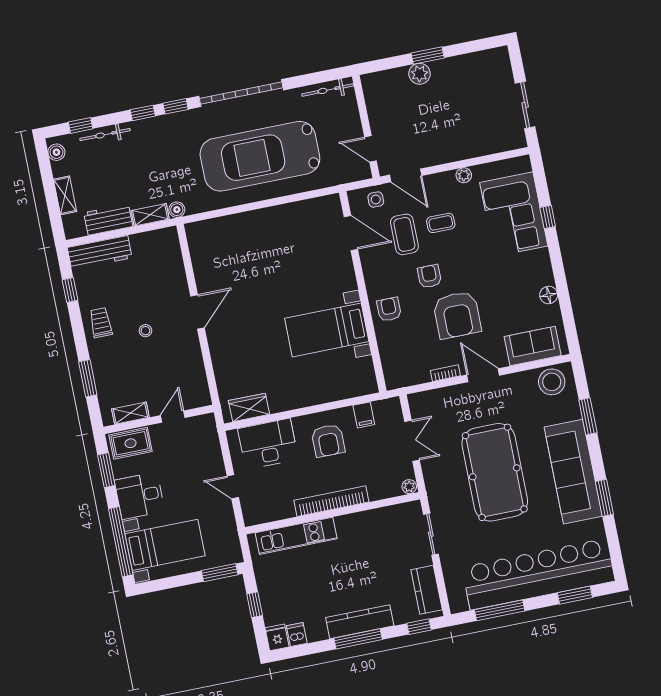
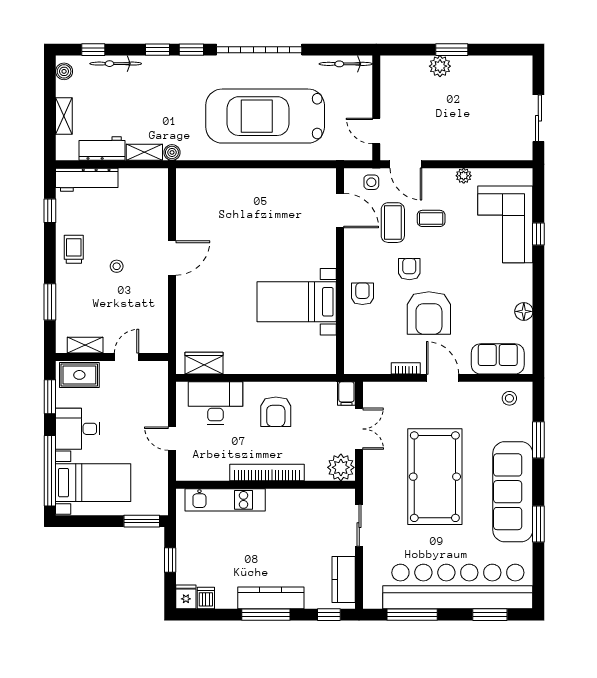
stool: (552, 382) -> (509, 398), width x0.53, depth x0.53
filing cabinet: (364, 415) -> (346, 394), moved
plant: (409, 487) -> (341, 467), width x1.88, depth x1.88

